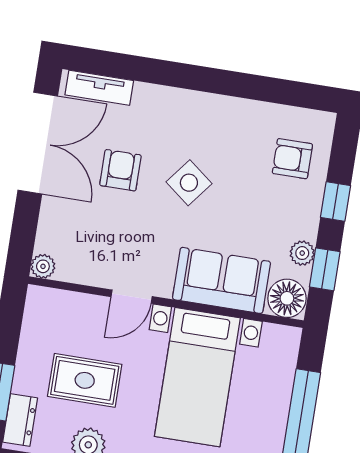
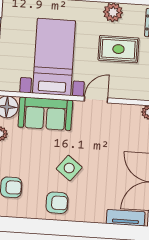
armchair: (120, 170) -> (57, 203), moved, turned -90

